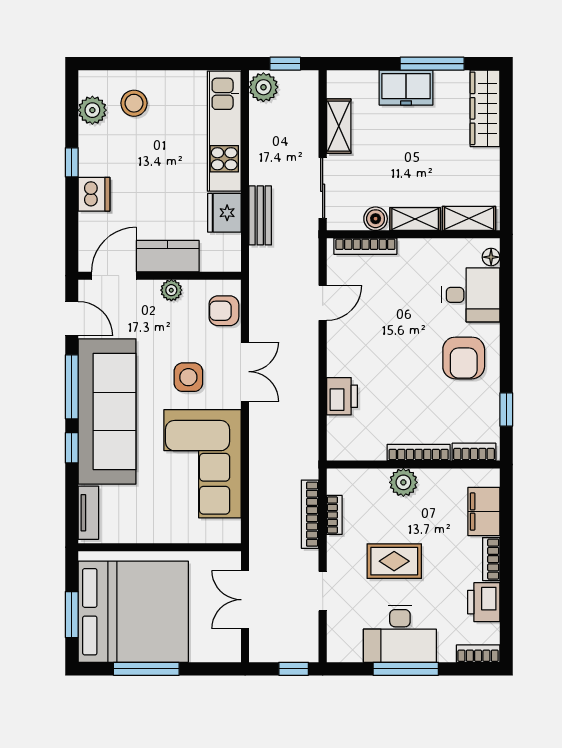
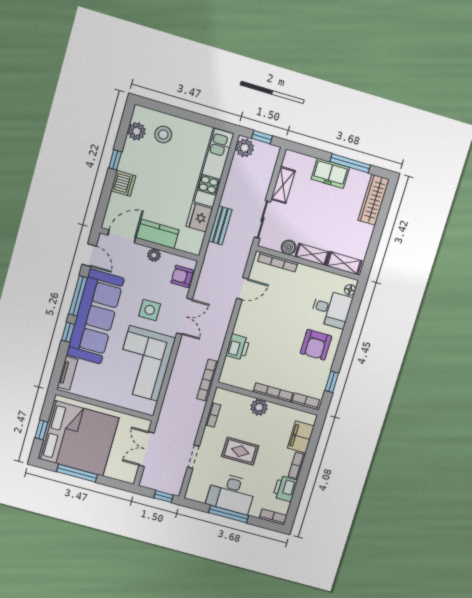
bookcase: (310, 514) -> (208, 380), moved
window: (72, 615) -> (41, 430), width x0.67

